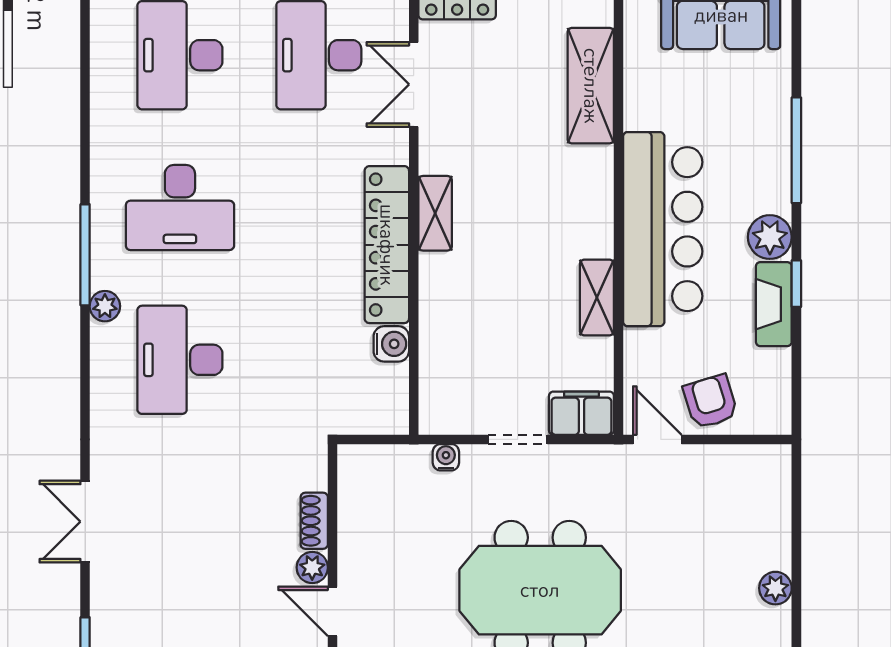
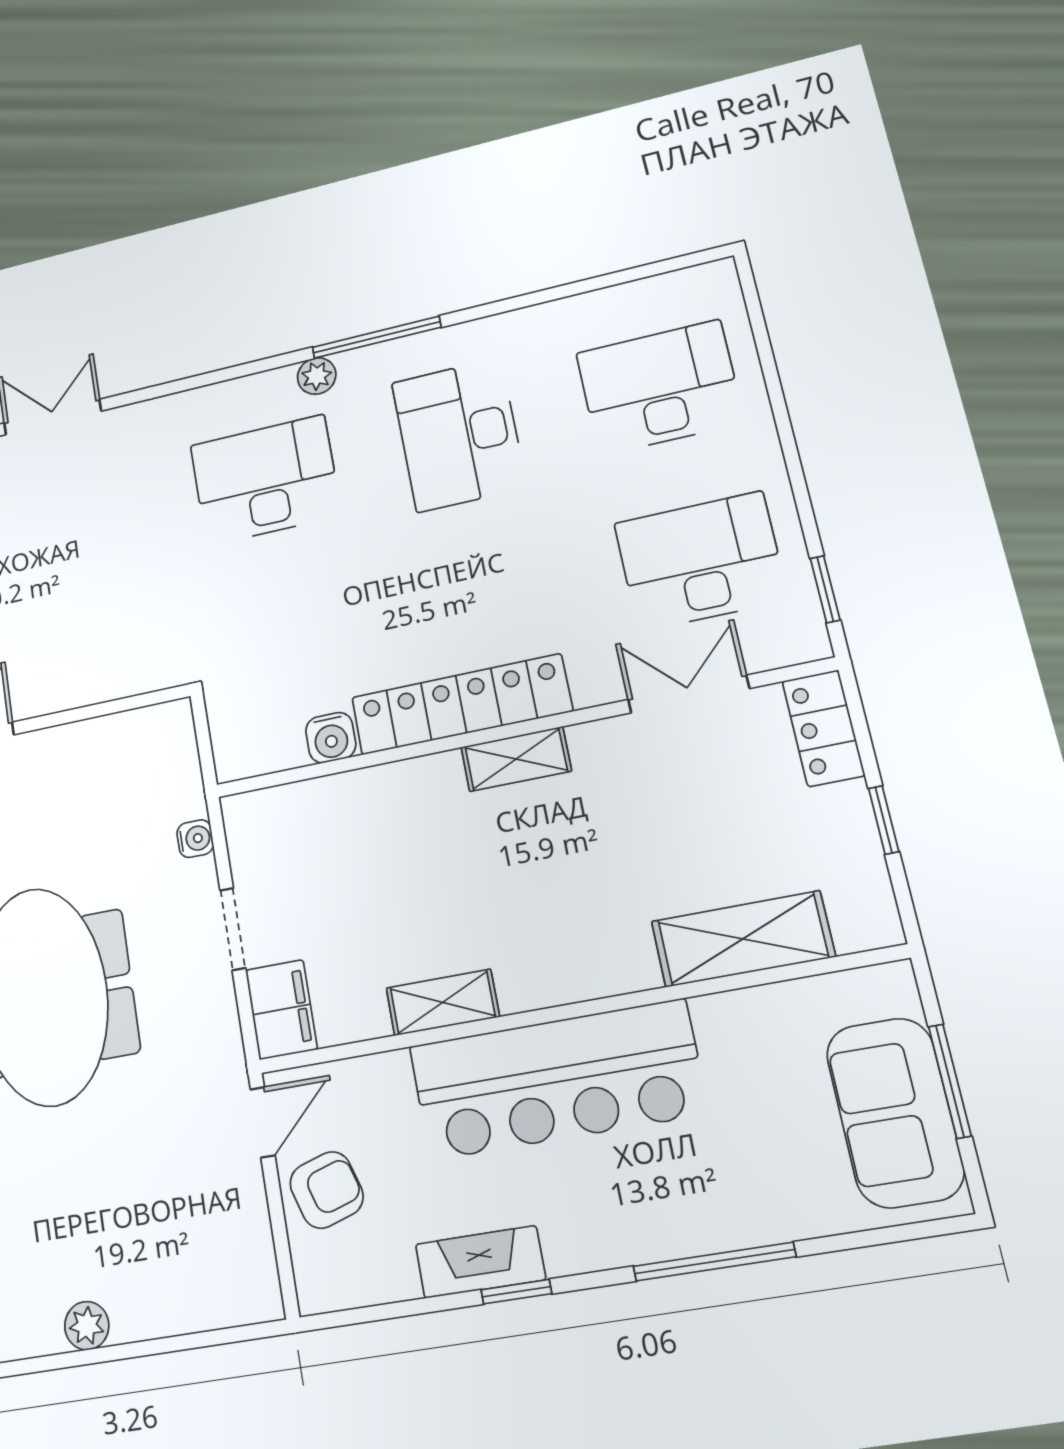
plant: (770, 237) -> (577, 1241), removed
shoe rack: (314, 521) -> (91, 688), removed
plant: (312, 567) -> (33, 698), removed

